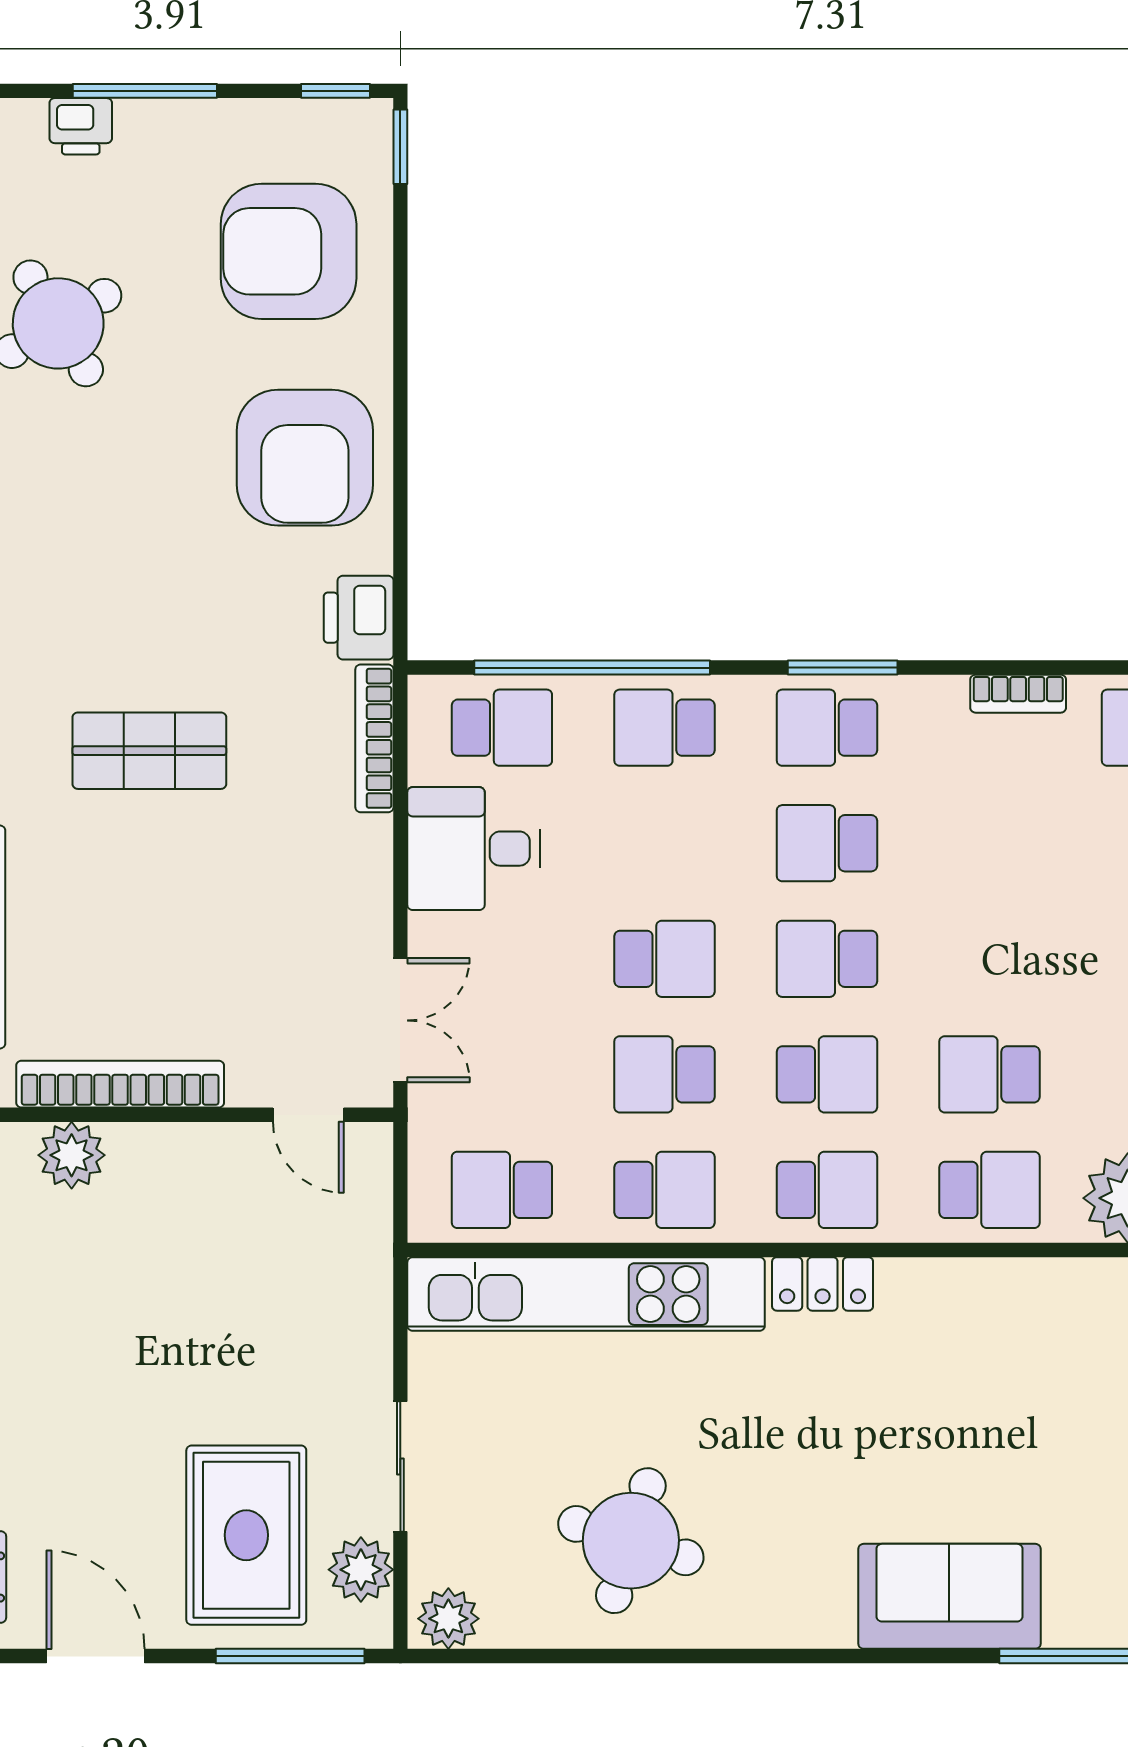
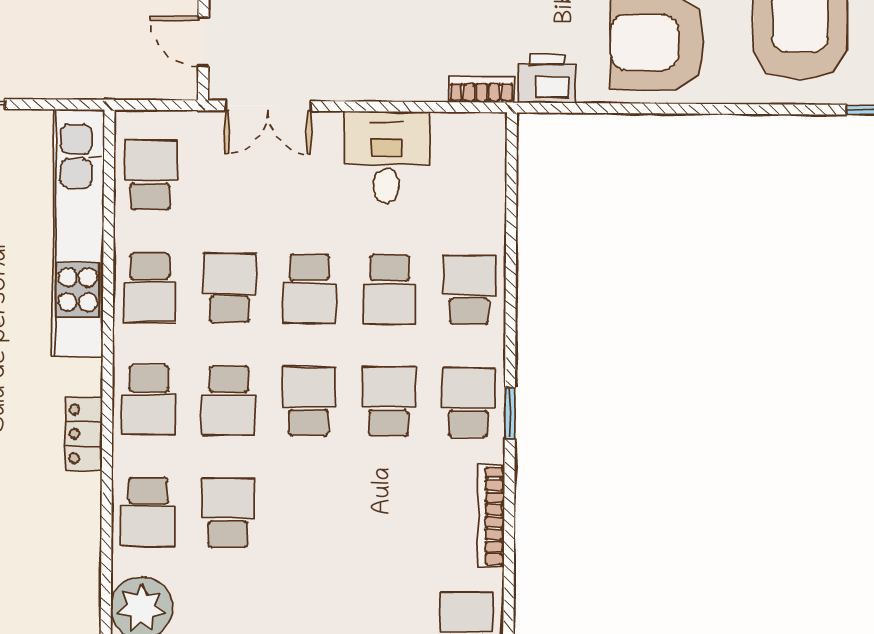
window: (592, 668) -> (511, 240), removed
window: (843, 668) -> (510, 413), width x0.67
bookcase: (1018, 694) -> (491, 516), width x1.56
school desk: (502, 728) -> (389, 289), moved
bookcase: (374, 738) -> (482, 89), width x0.64
door: (308, 1115) -> (203, 42), hinge flipped
locker: (823, 1284) -> (84, 434), moved

